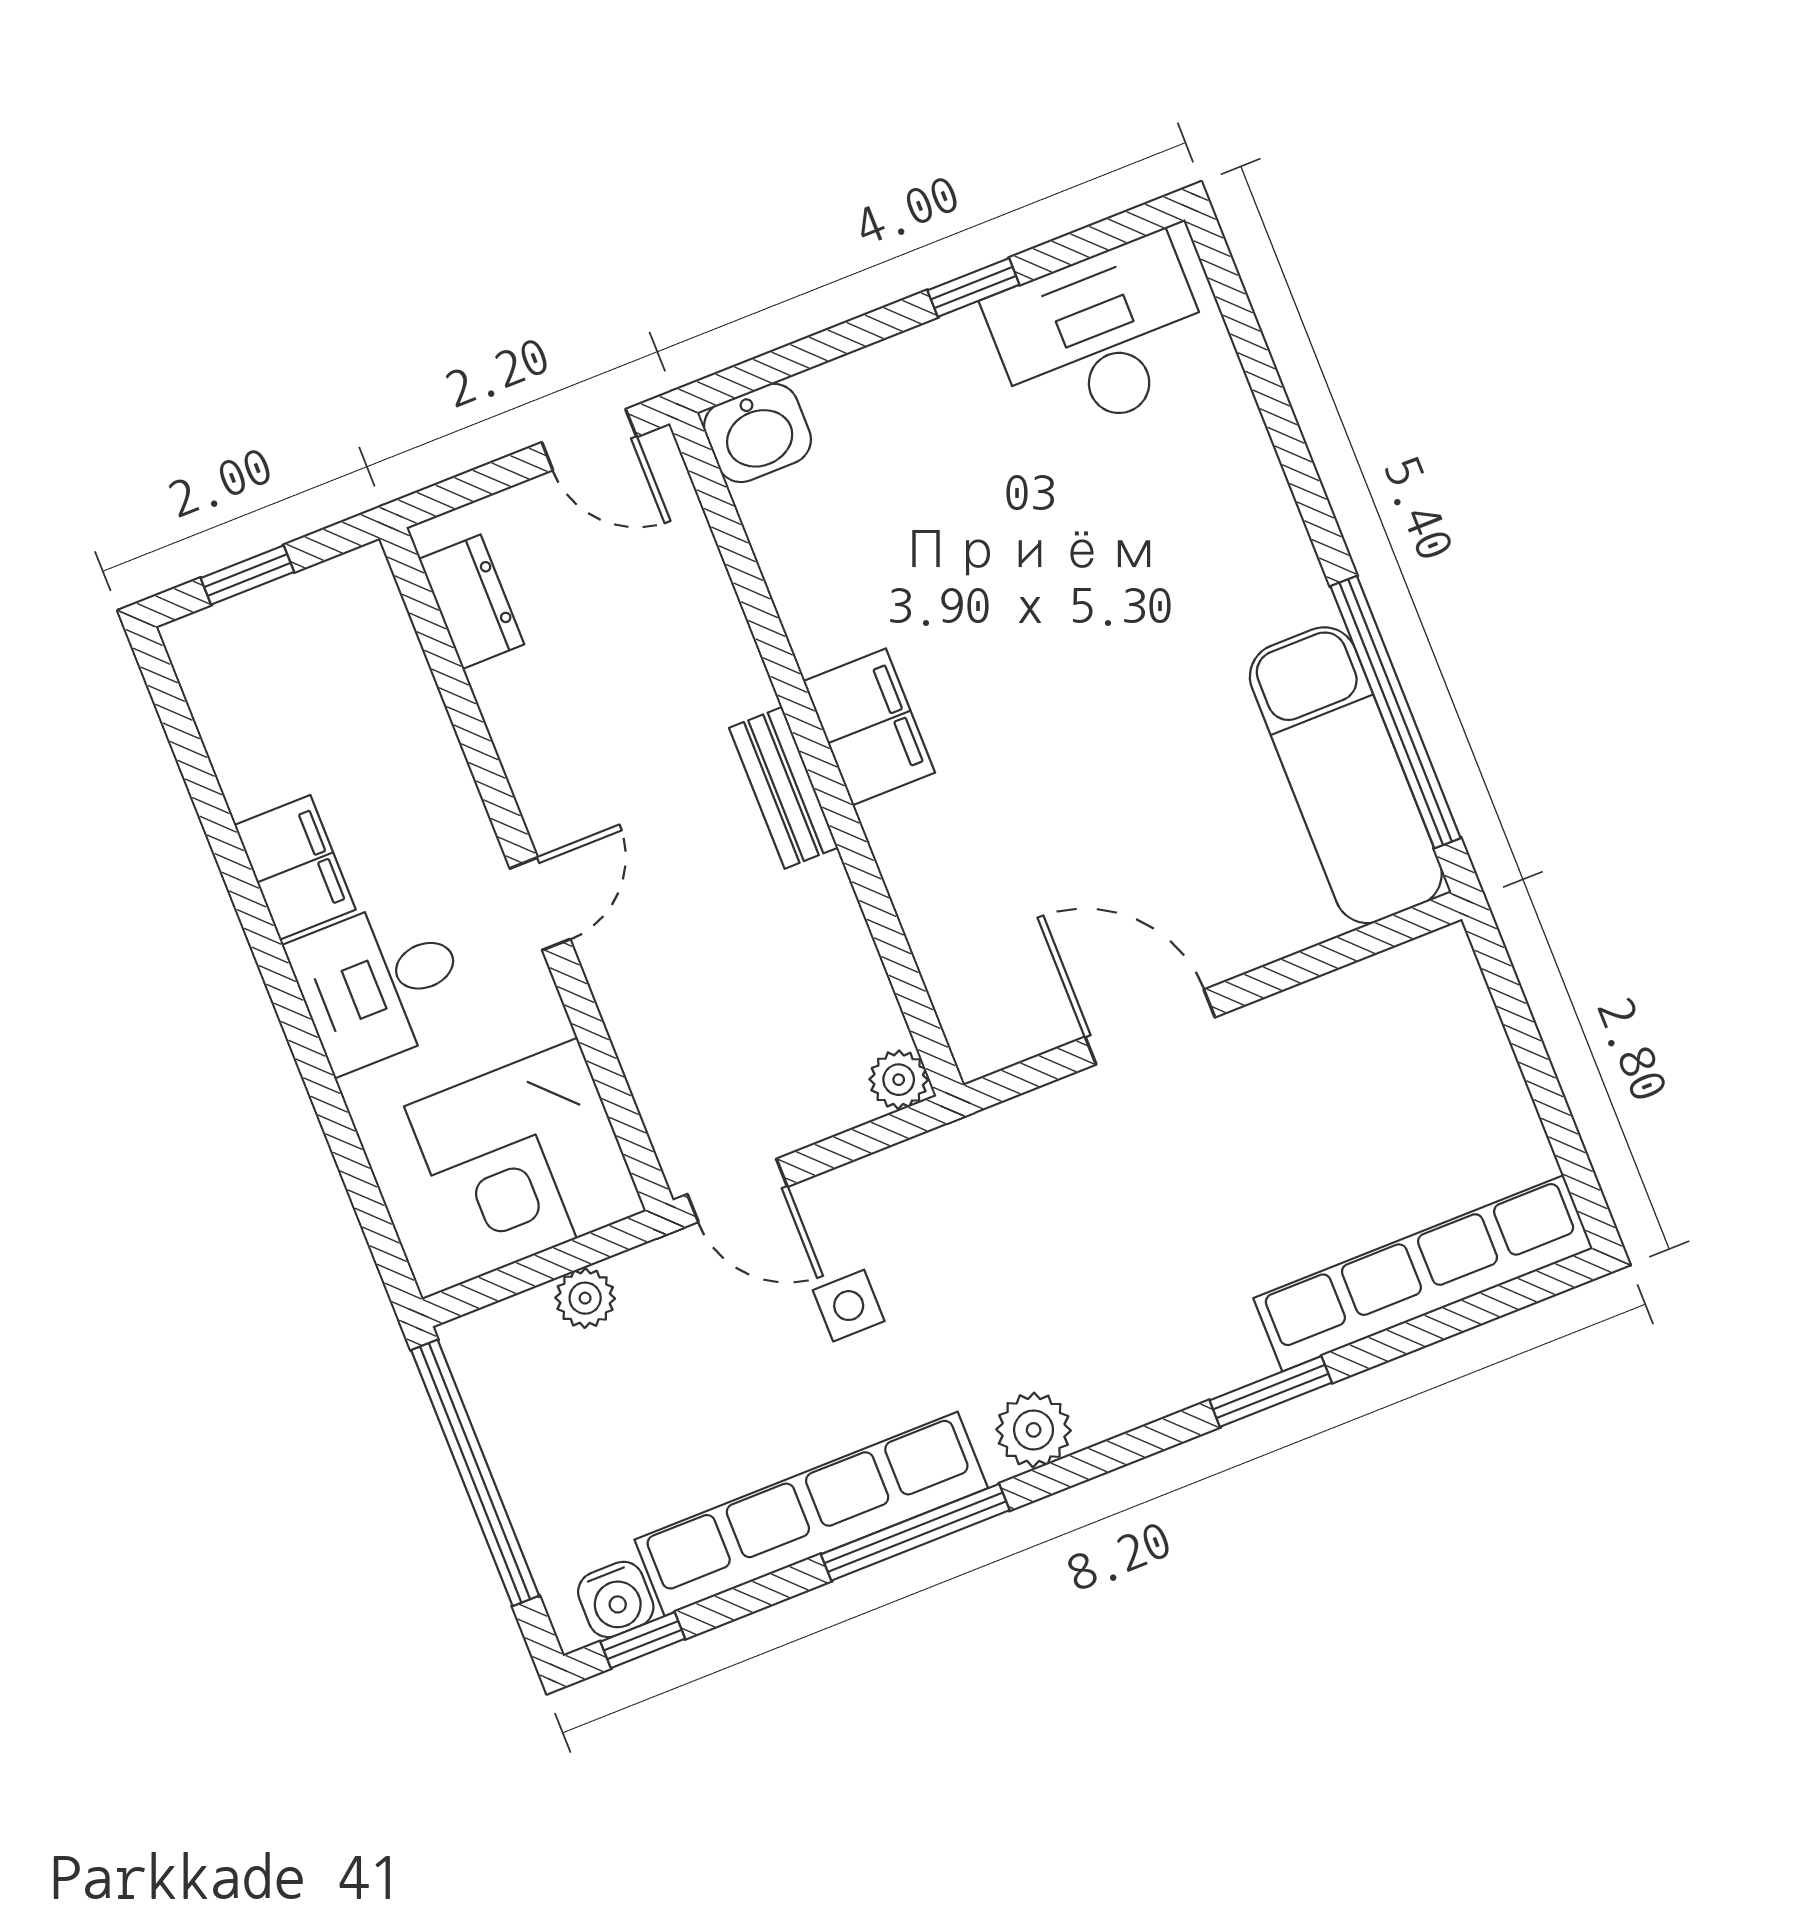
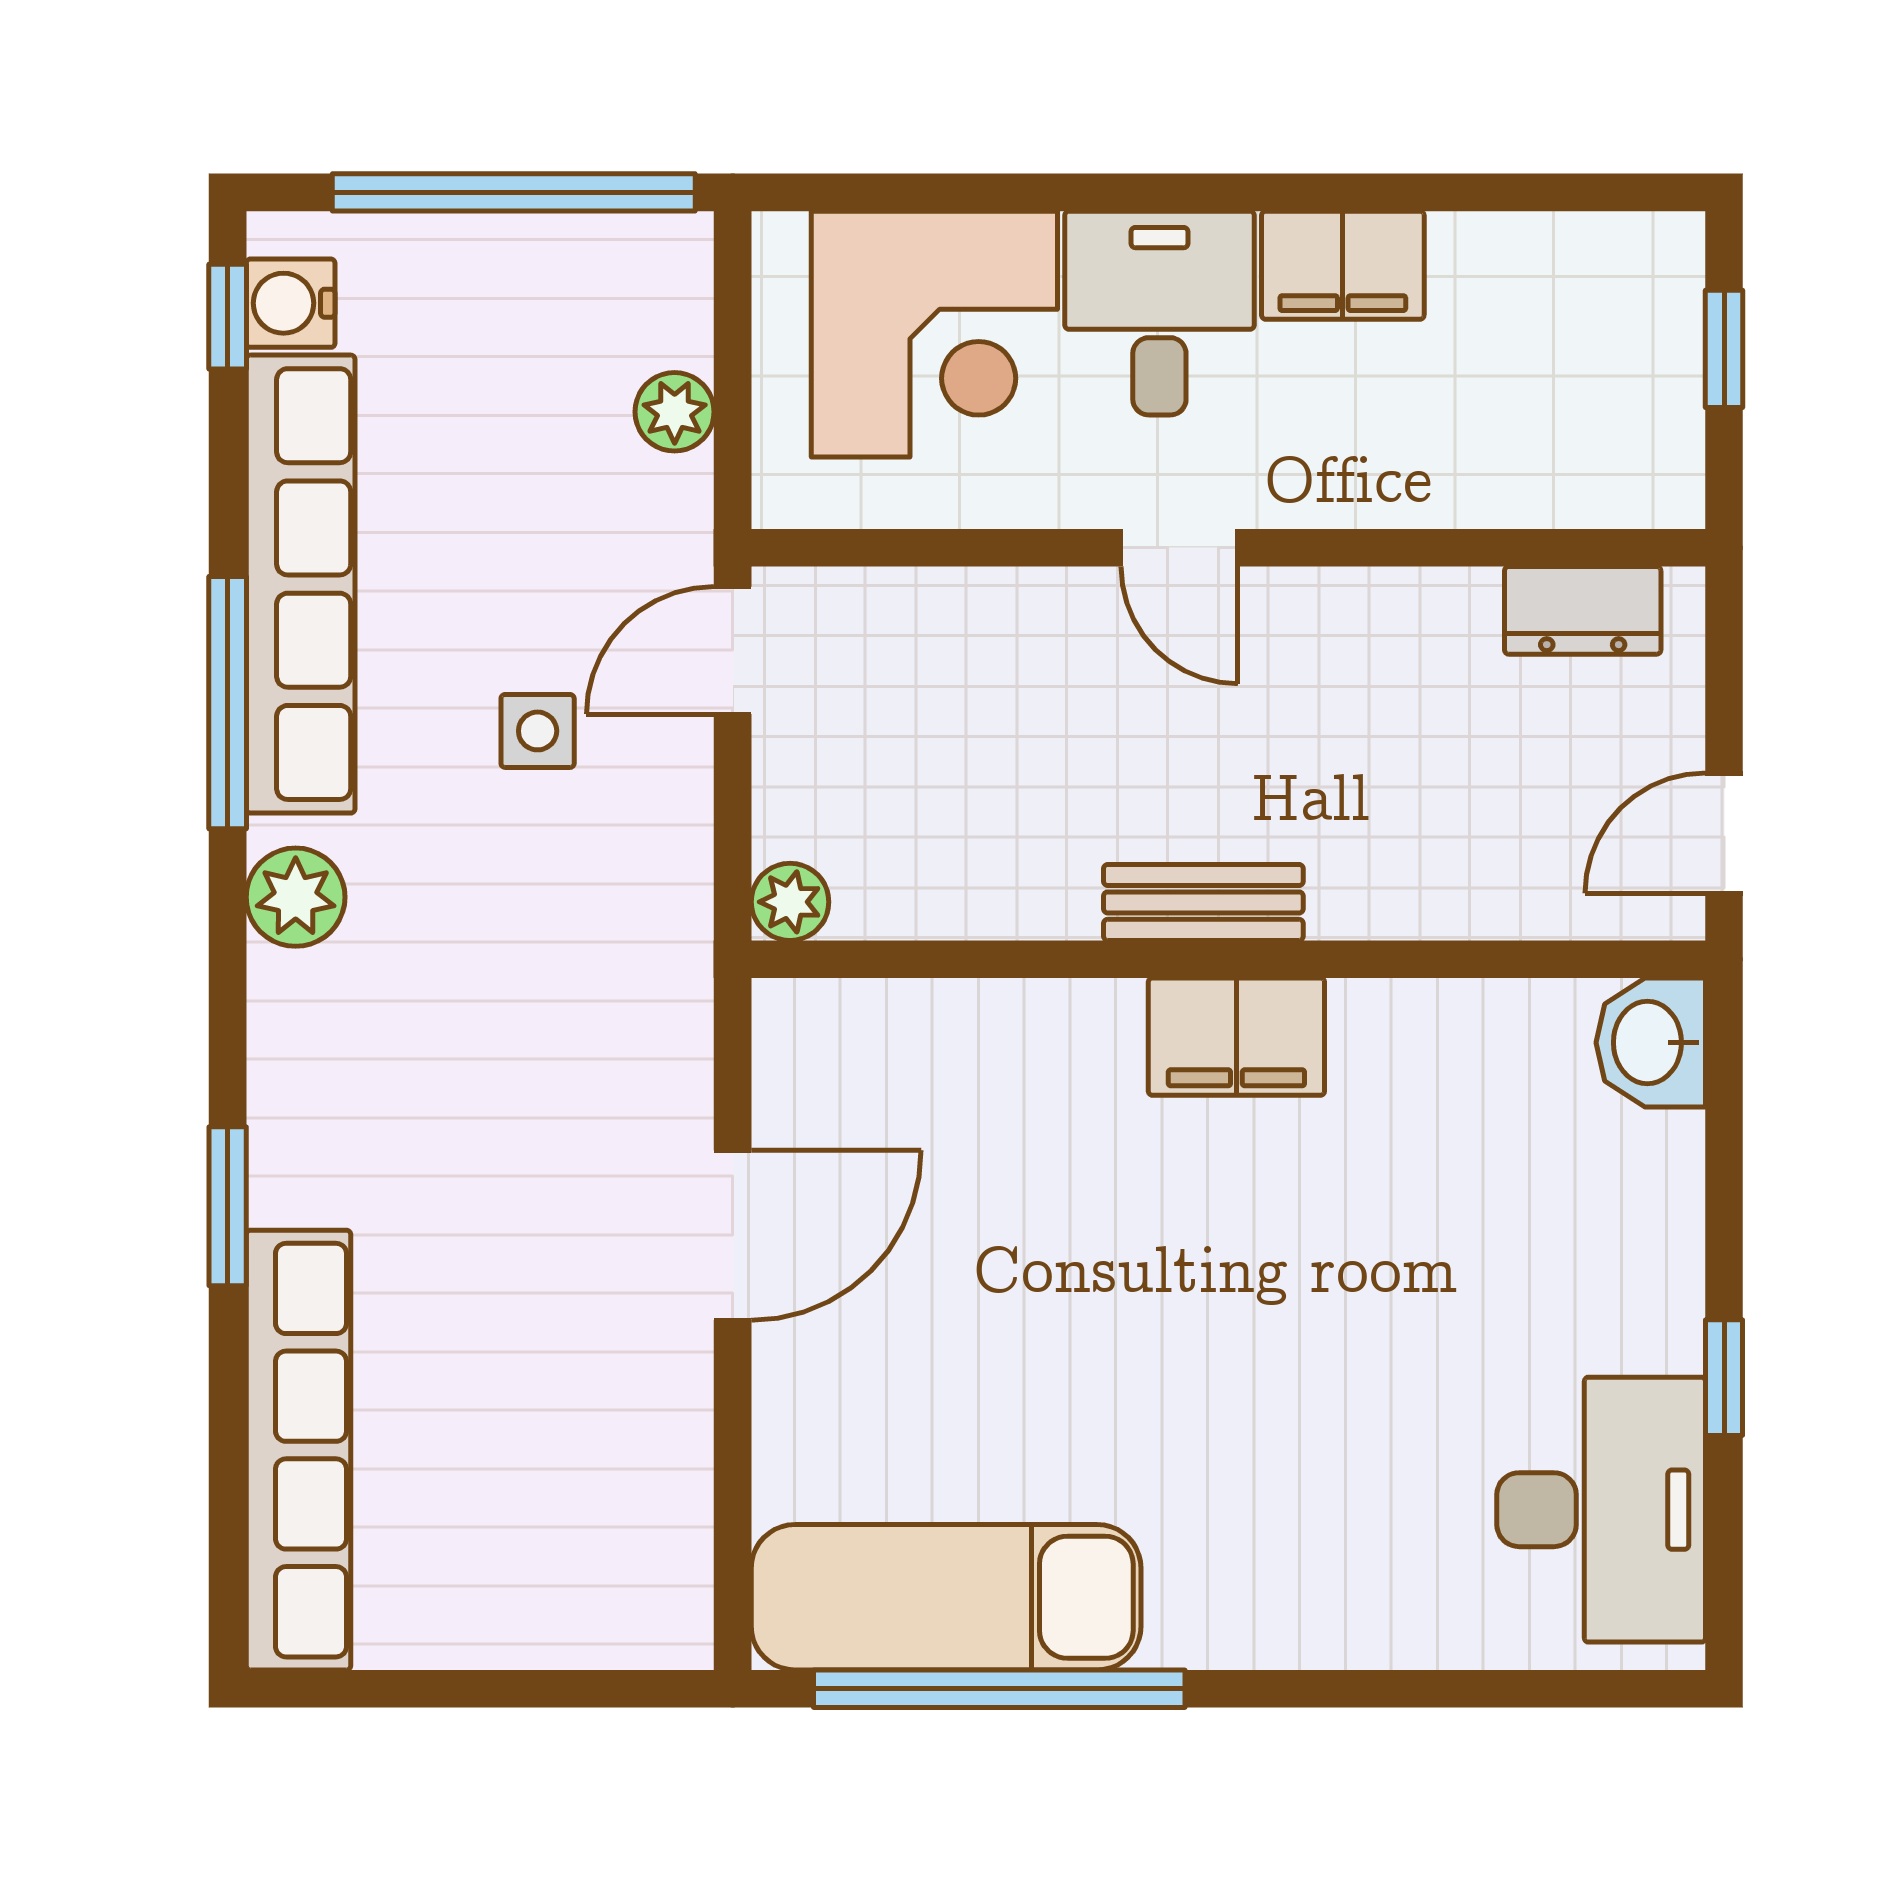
corner desk: (525, 1159) -> (934, 334), moved, turned 180

